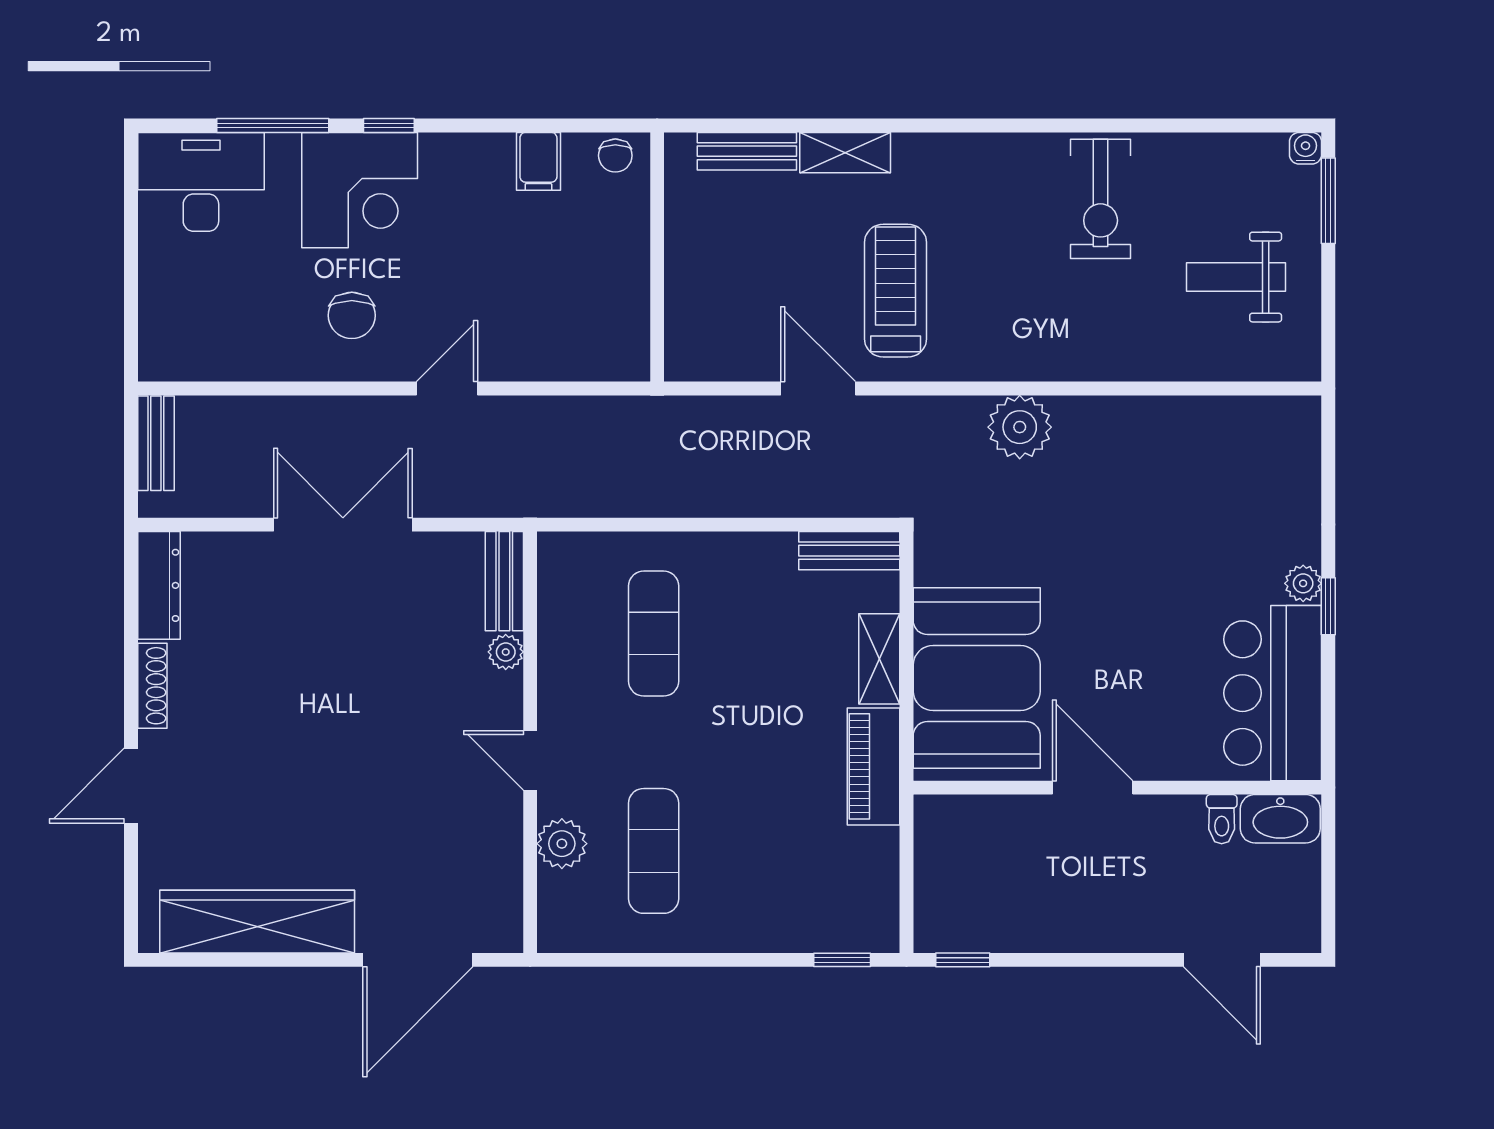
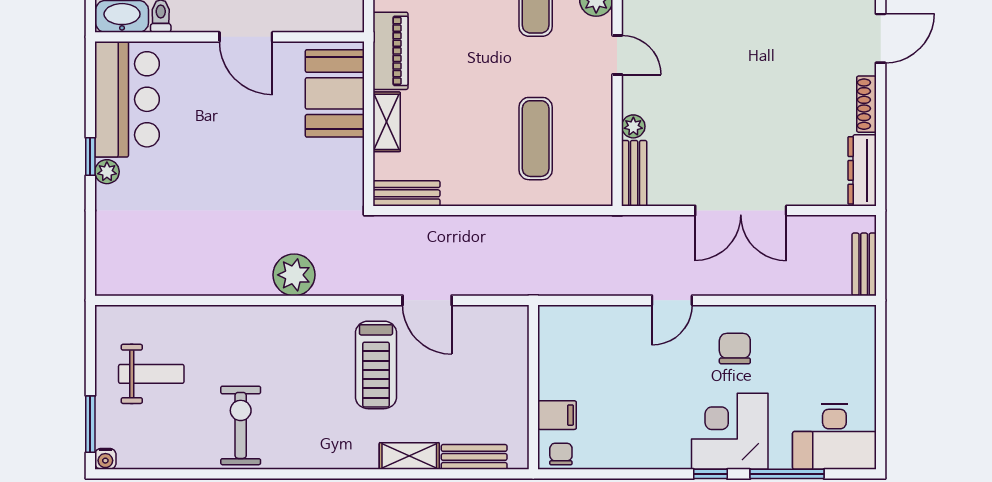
filing cabinet: (538, 161) -> (557, 415), moved, turned 90
booth: (977, 678) -> (335, 93), width x0.73, depth x0.70

